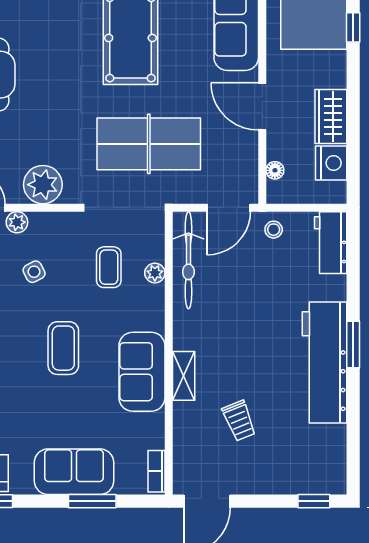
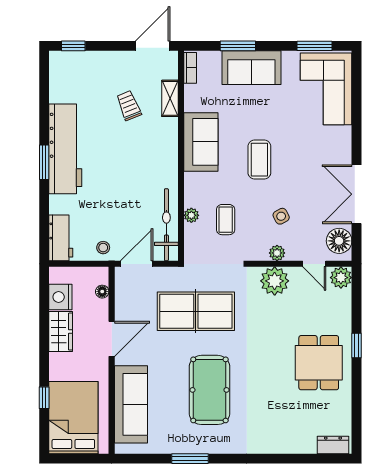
door: (262, 107) -> (112, 339), hinge flipped
plant: (17, 222) -> (277, 253), moved
shelving: (184, 376) -> (170, 98), moved

